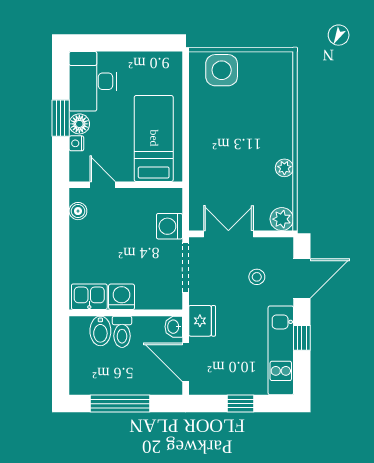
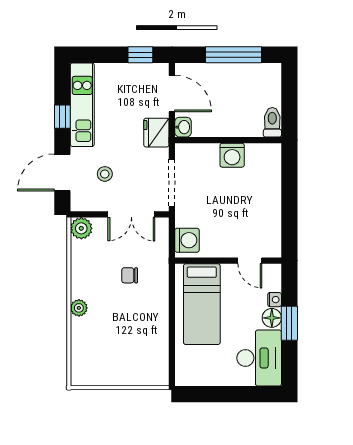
side table: (222, 70) -> (138, 368), removed
plant: (284, 168) -> (79, 308), moved
chair: (230, 169) -> (130, 275), added
boiler: (78, 211) -> (273, 236), removed
washing machine: (169, 226) -> (187, 240), moved
kitchen sink: (89, 297) -> (262, 155), removed
bidet: (100, 331) -> (252, 123), removed
toilet: (122, 332) -> (272, 122), moved
window: (240, 404) -> (140, 55), moved

